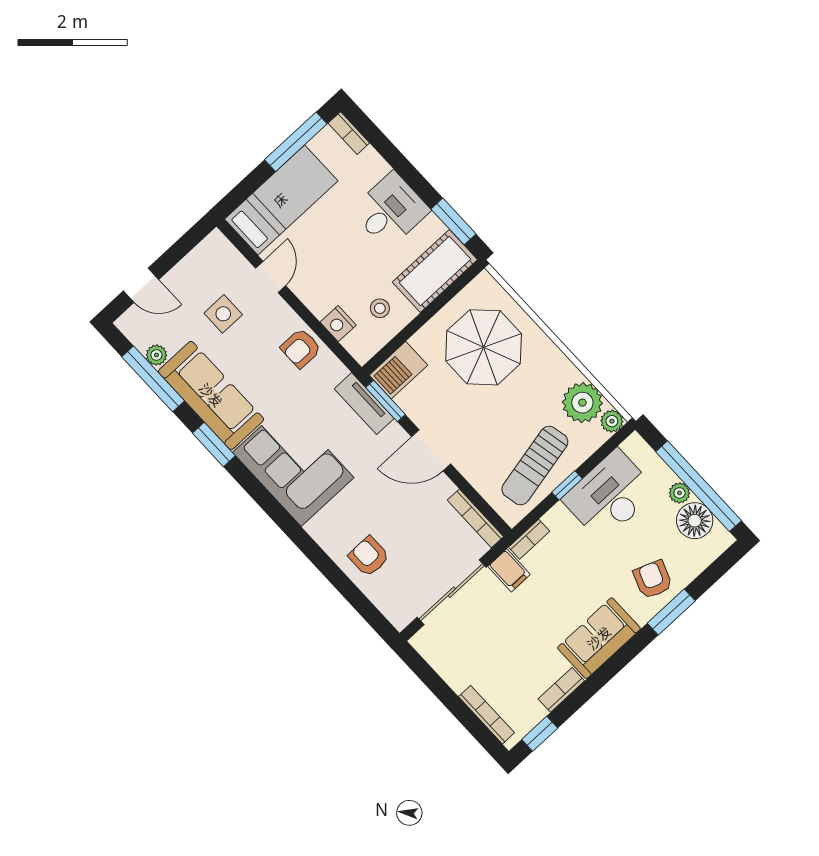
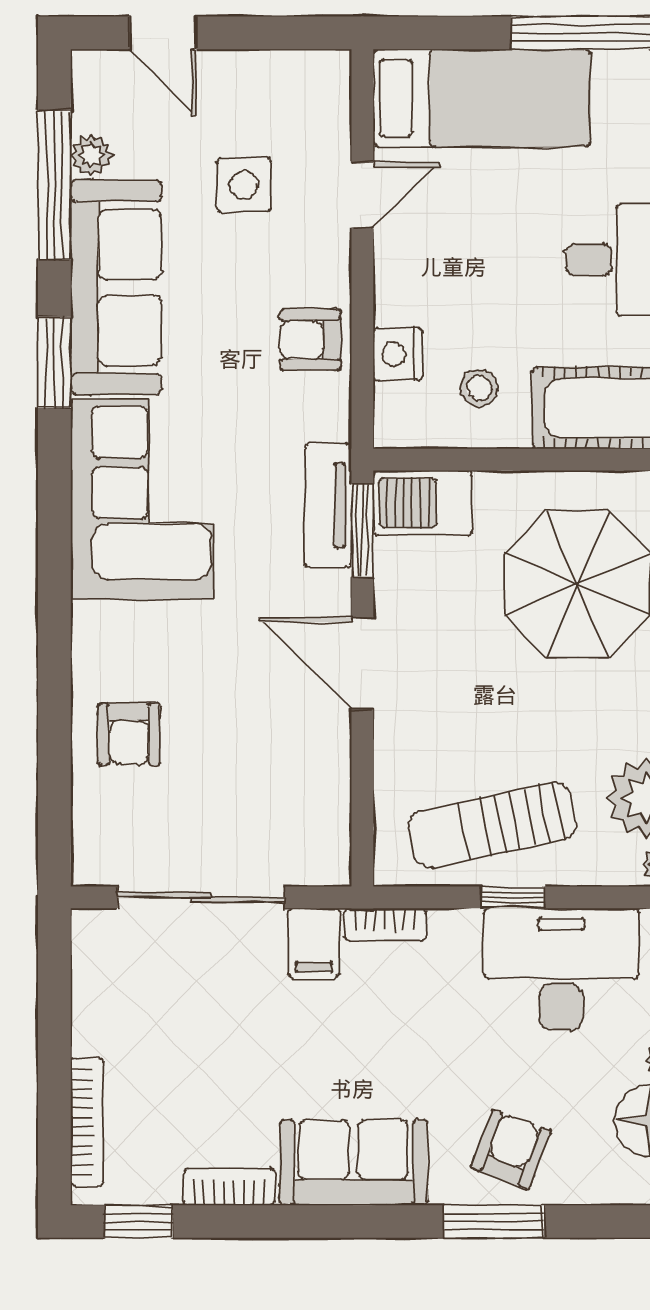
bookcase: (475, 518) -> (335, 822), removed
armchair: (369, 556) -> (129, 734), turned 180

